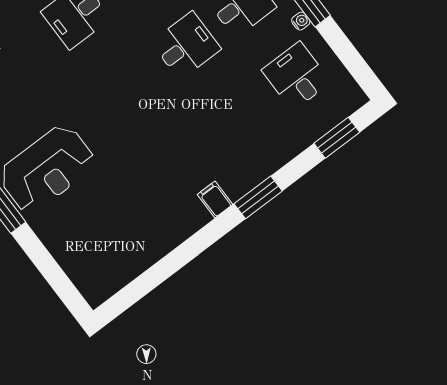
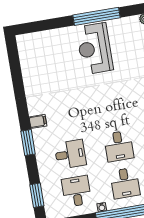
desk: (296, 76) -> (77, 191), turned -90
desk: (241, 118) -> (70, 154), added

